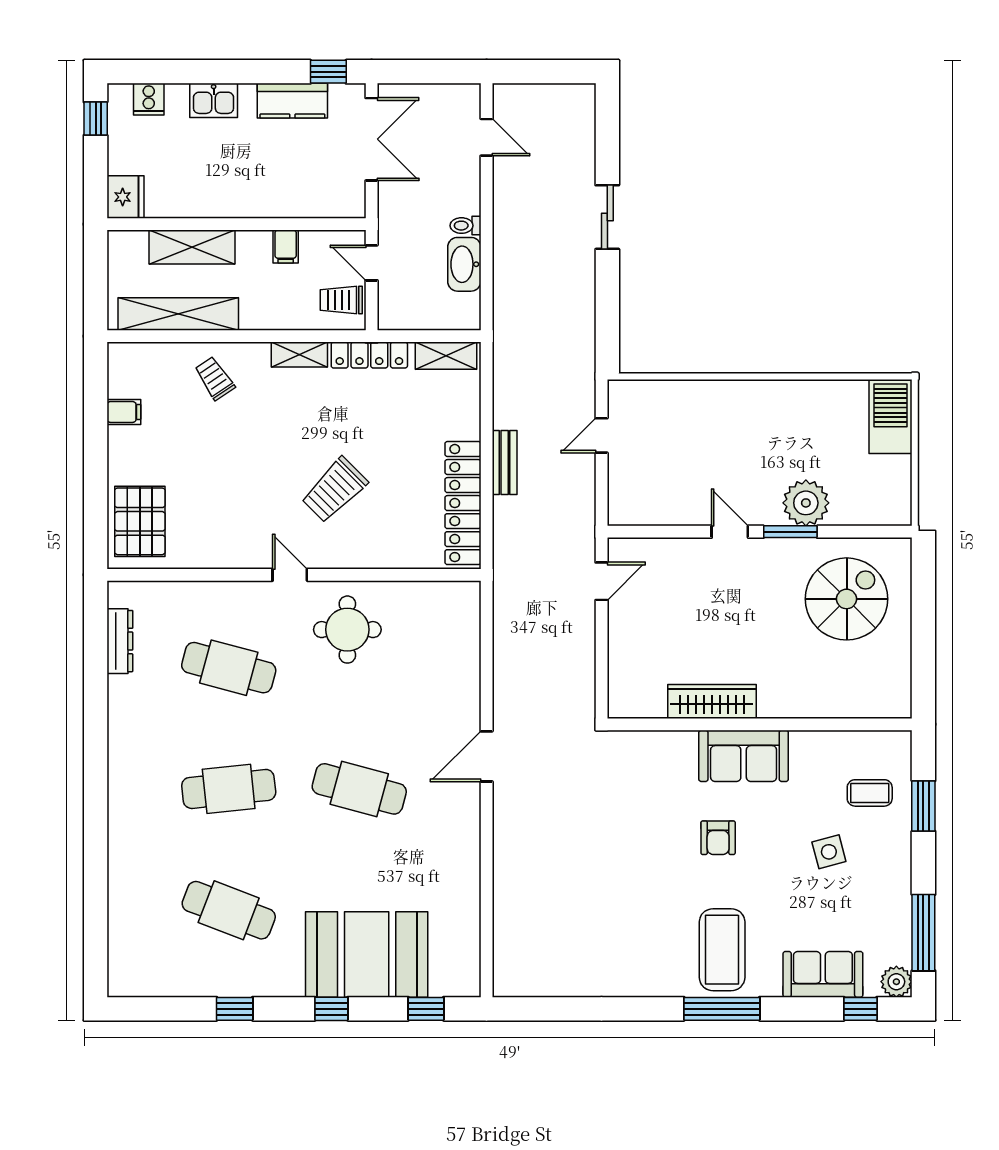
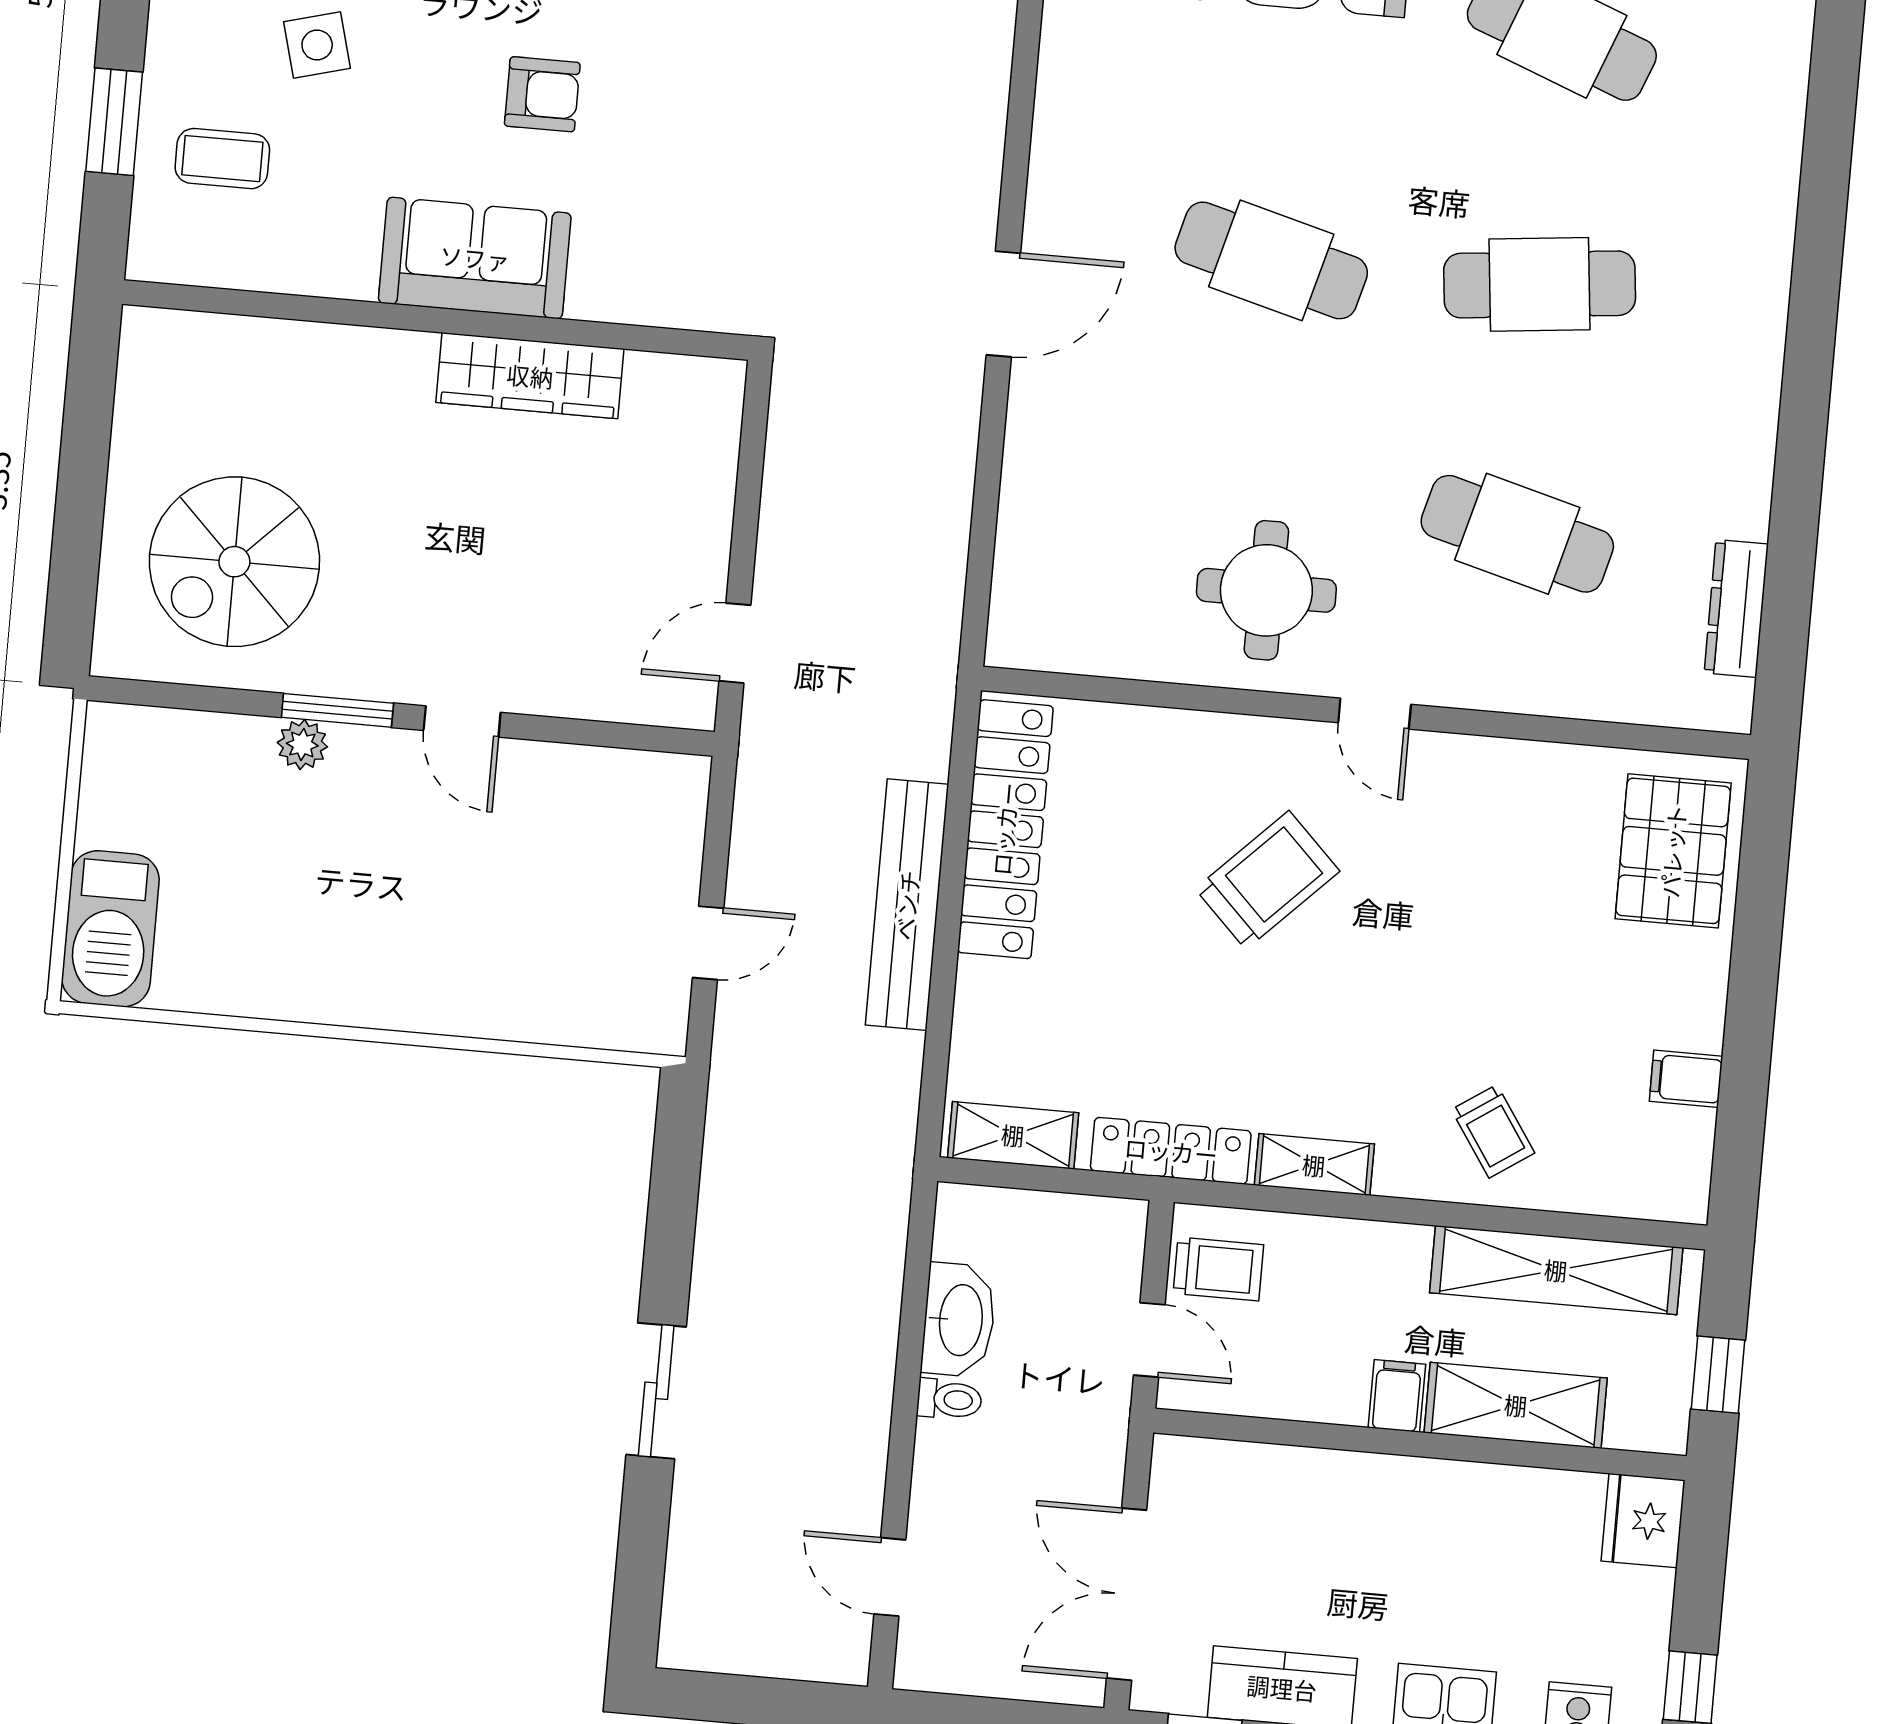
filing cabinet: (286, 246) -> (1397, 1396), moved
window: (96, 271) -> (1718, 1375), added
bench: (505, 462) -> (907, 905), width x1.86, depth x1.21
plant: (806, 503) -> (302, 745), width x0.53, depth x0.53
armchair: (718, 838) -> (542, 94), turned 90

